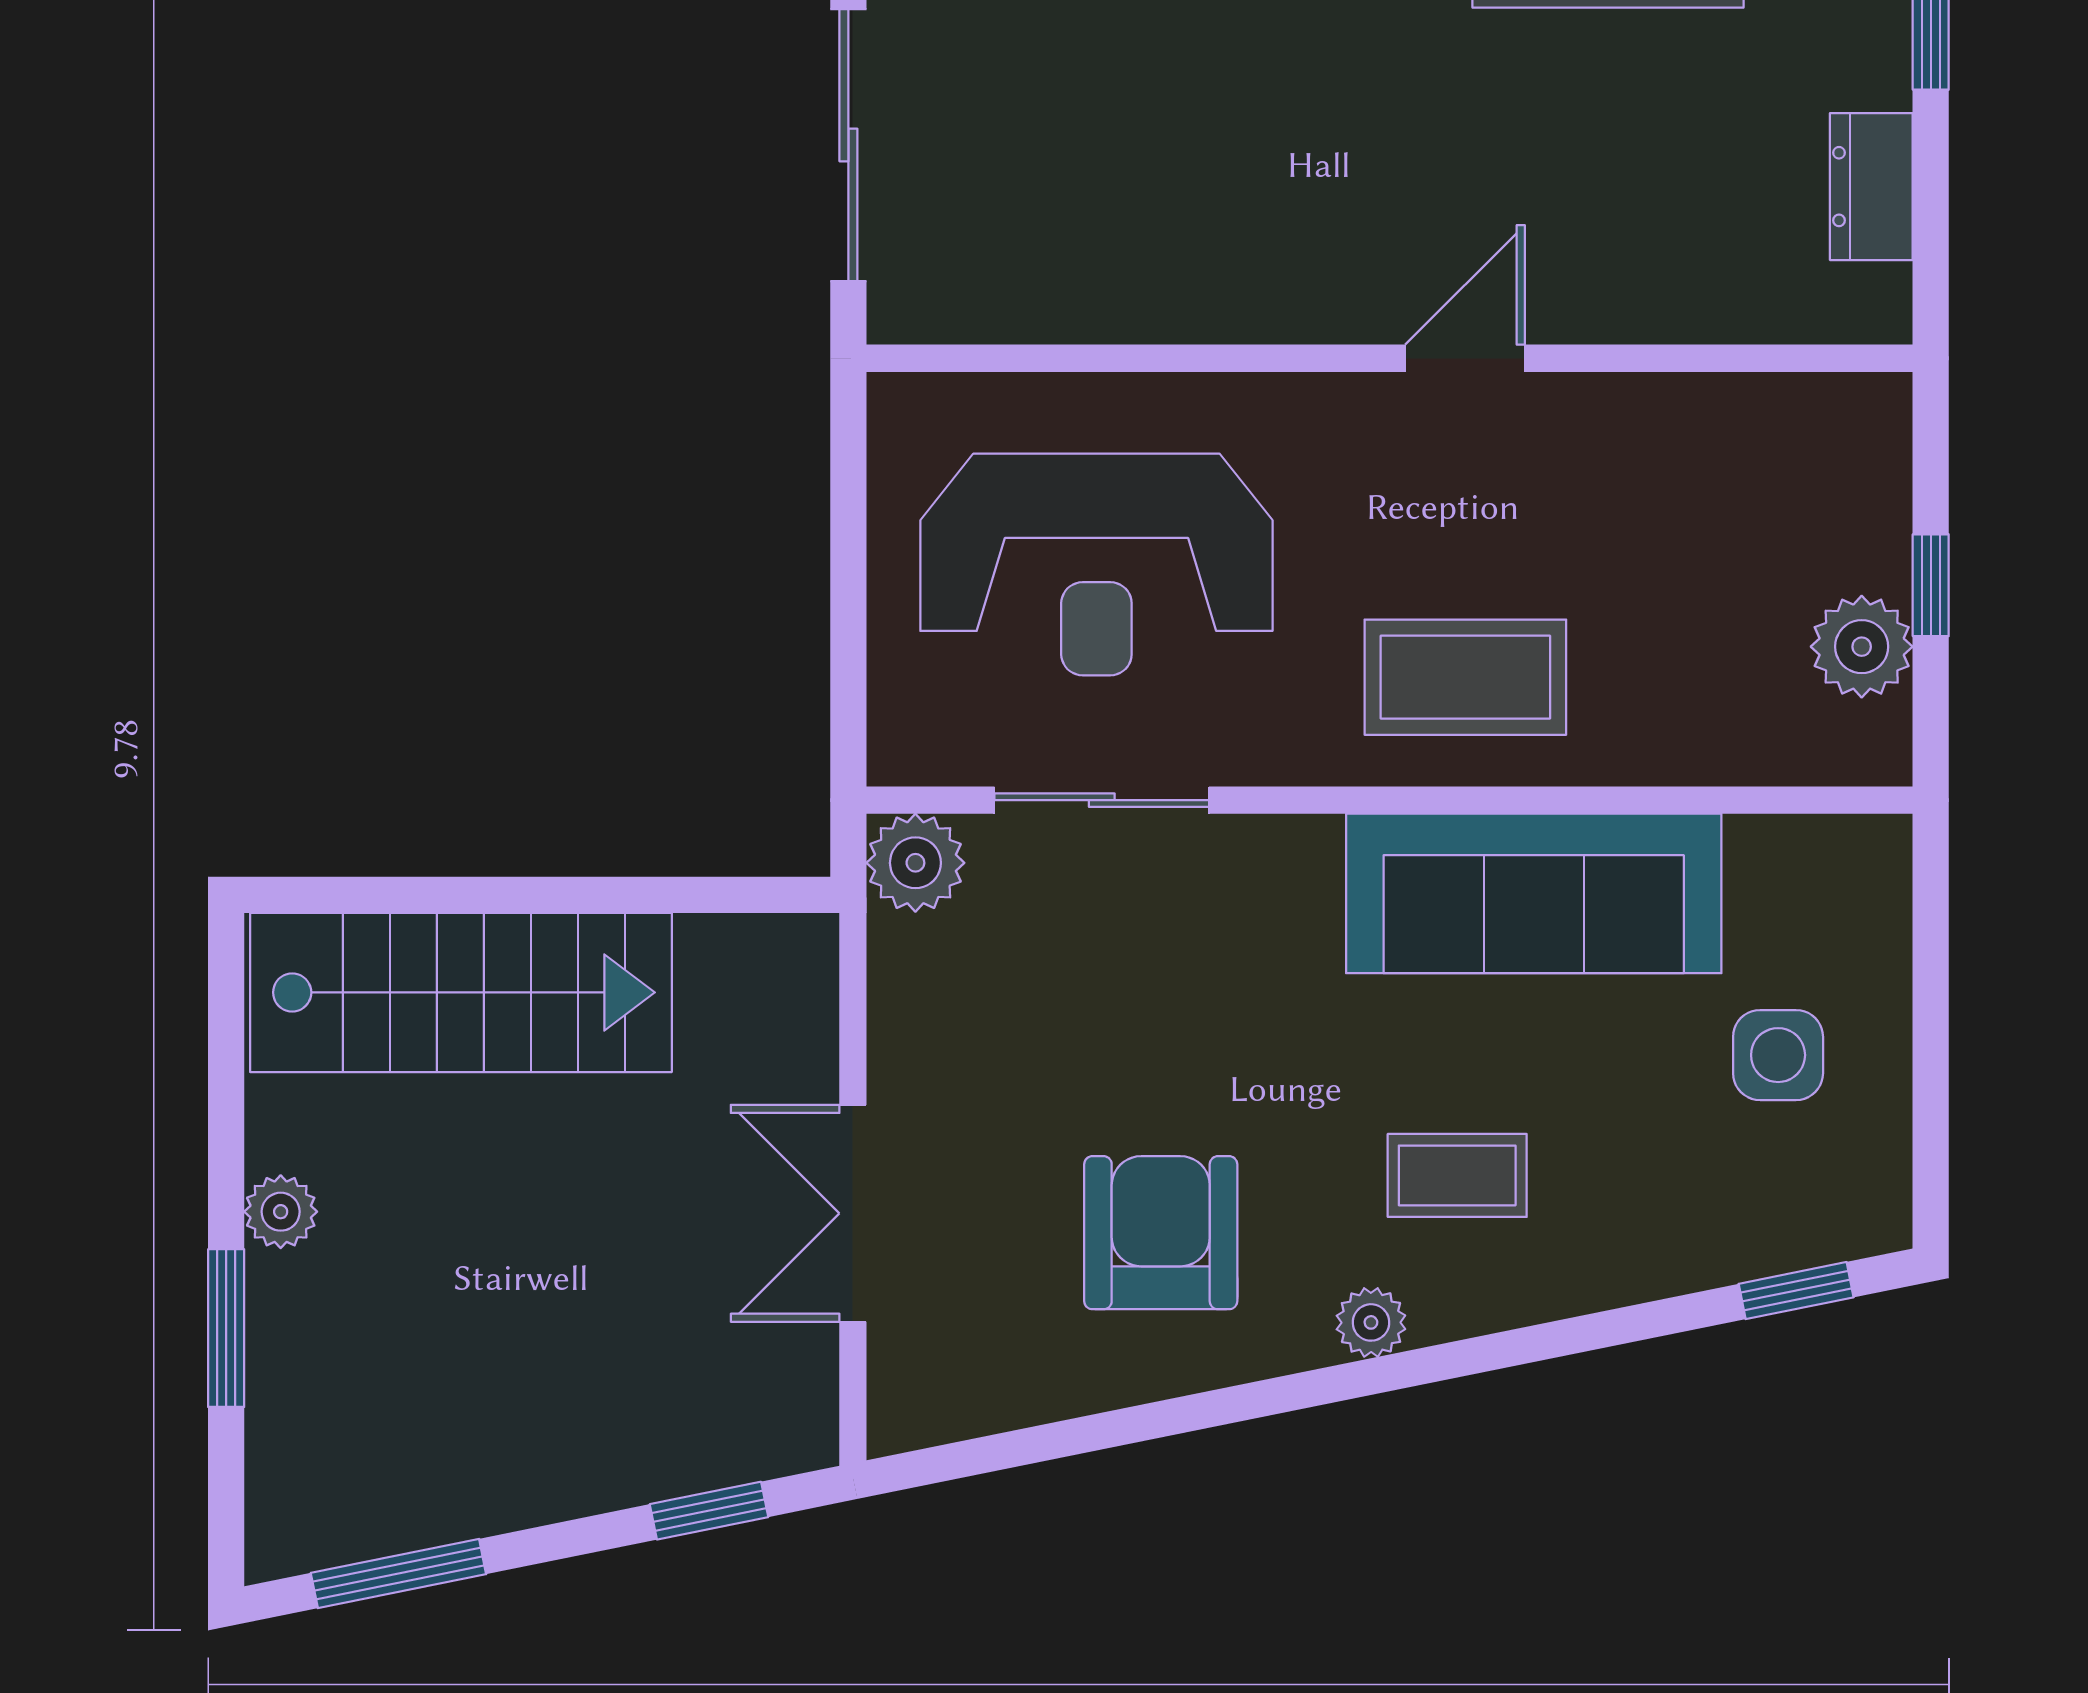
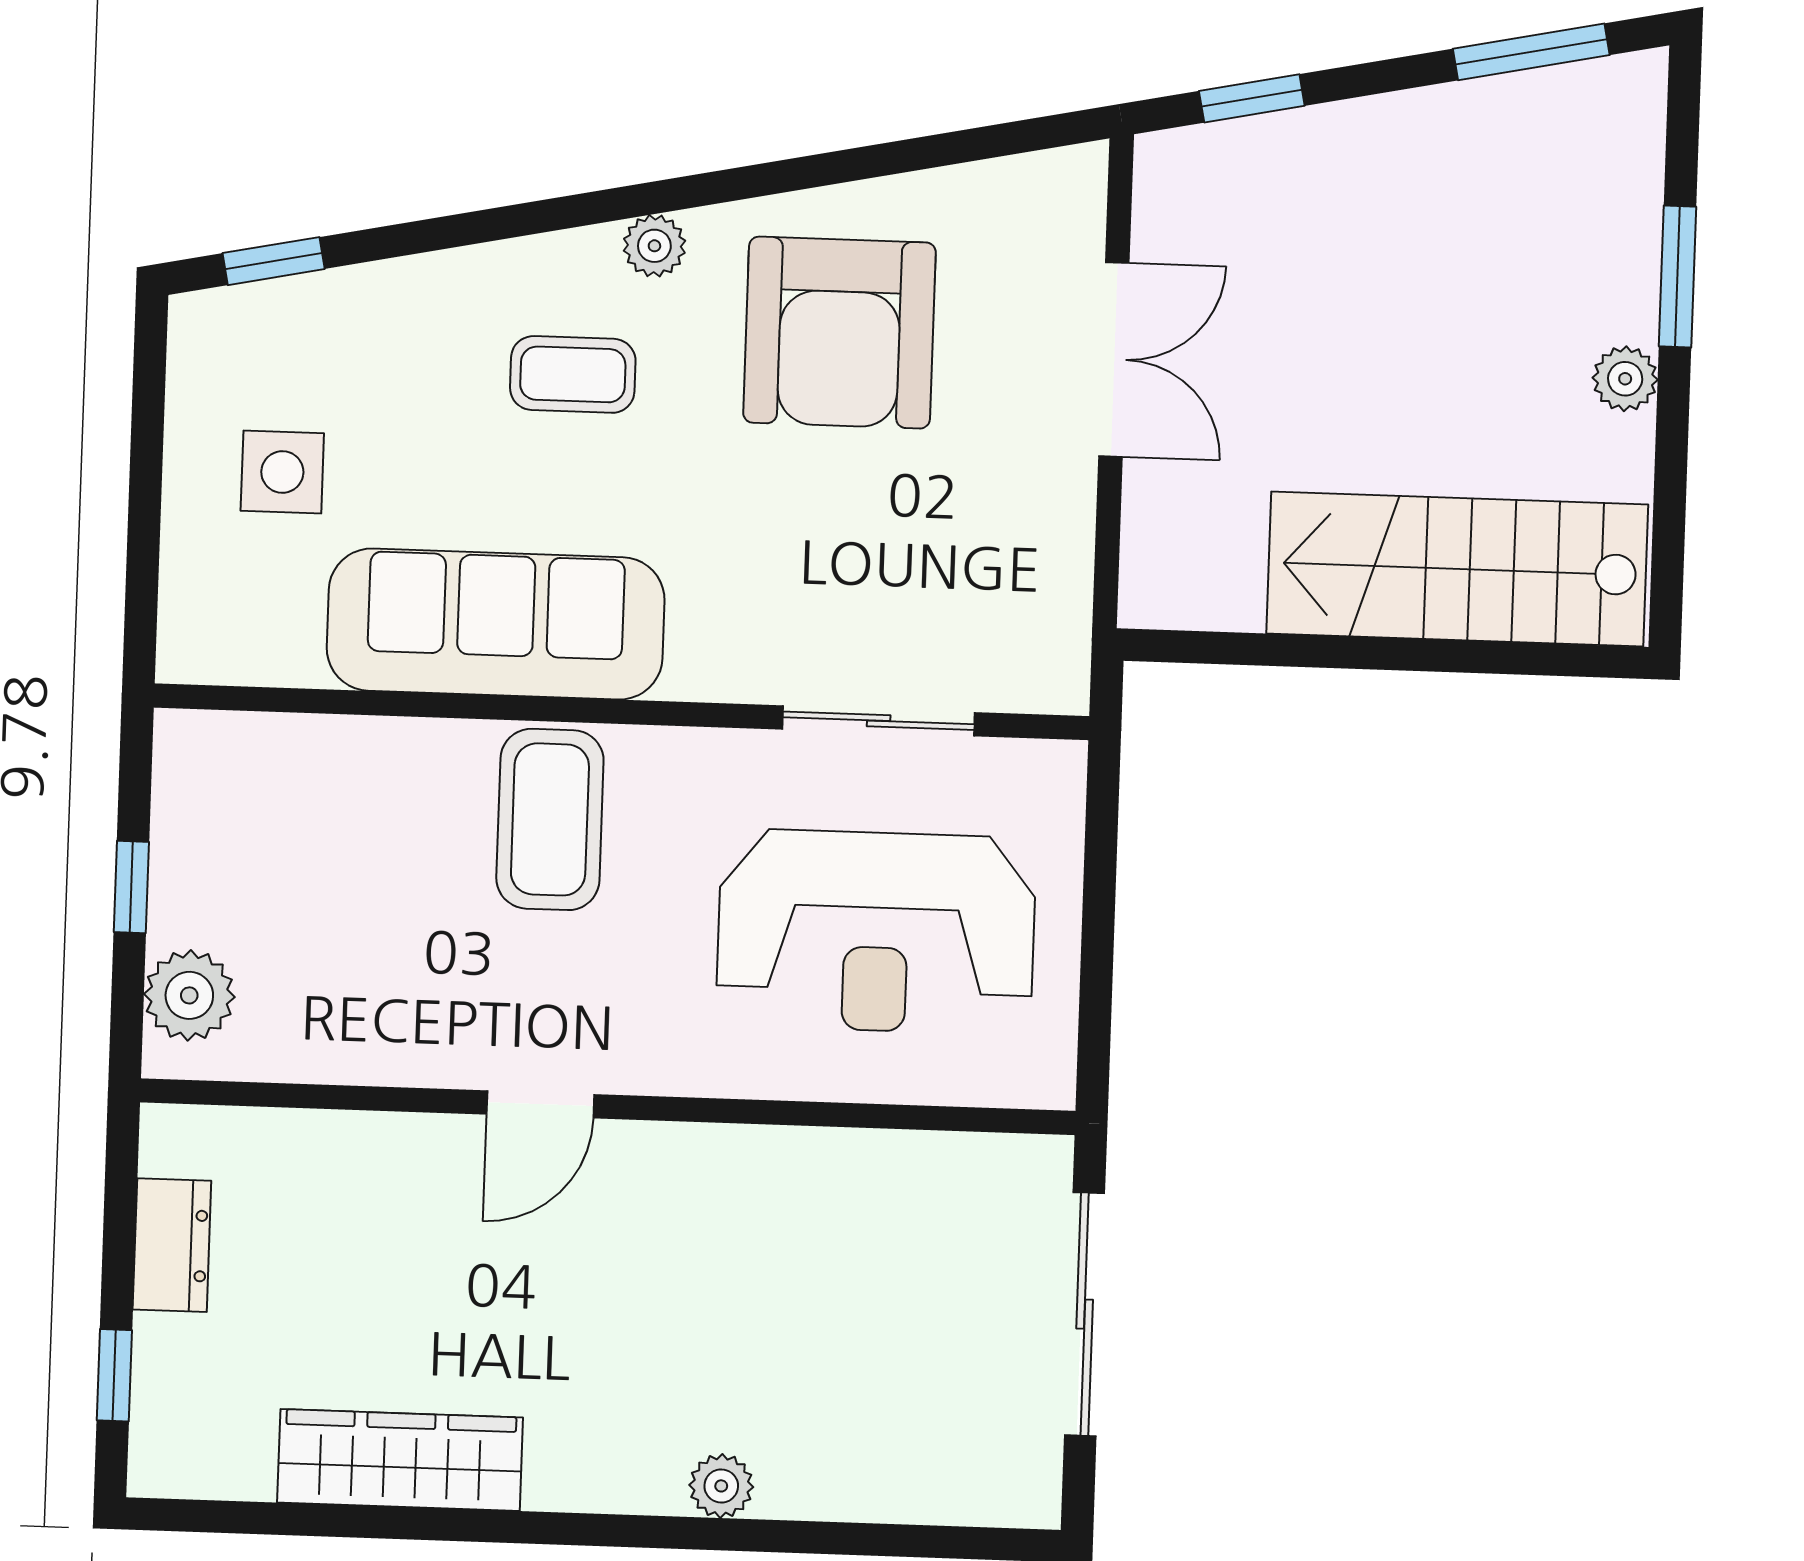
reception desk: (1096, 565) -> (876, 932), turned 180
plant: (1862, 647) -> (189, 995), moved
coffee table: (1465, 677) -> (550, 819), turned 90
plant: (915, 863) -> (1047, 671), removed
armchair: (1161, 1233) -> (839, 333), width x1.36, depth x1.36

